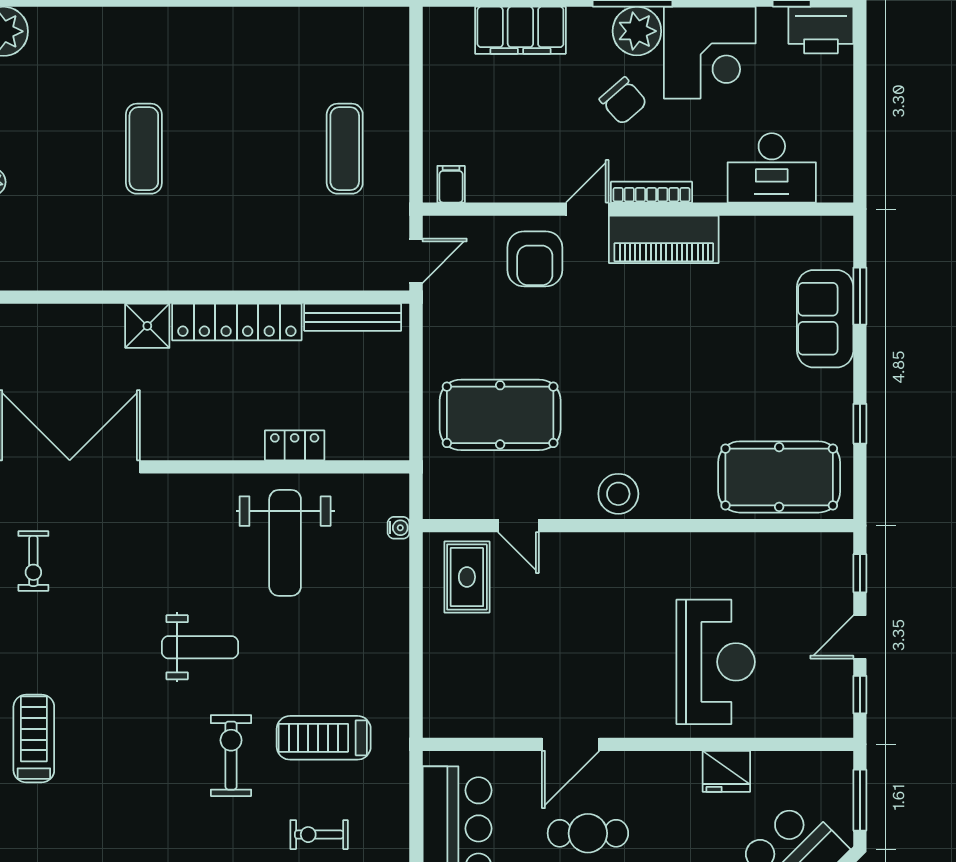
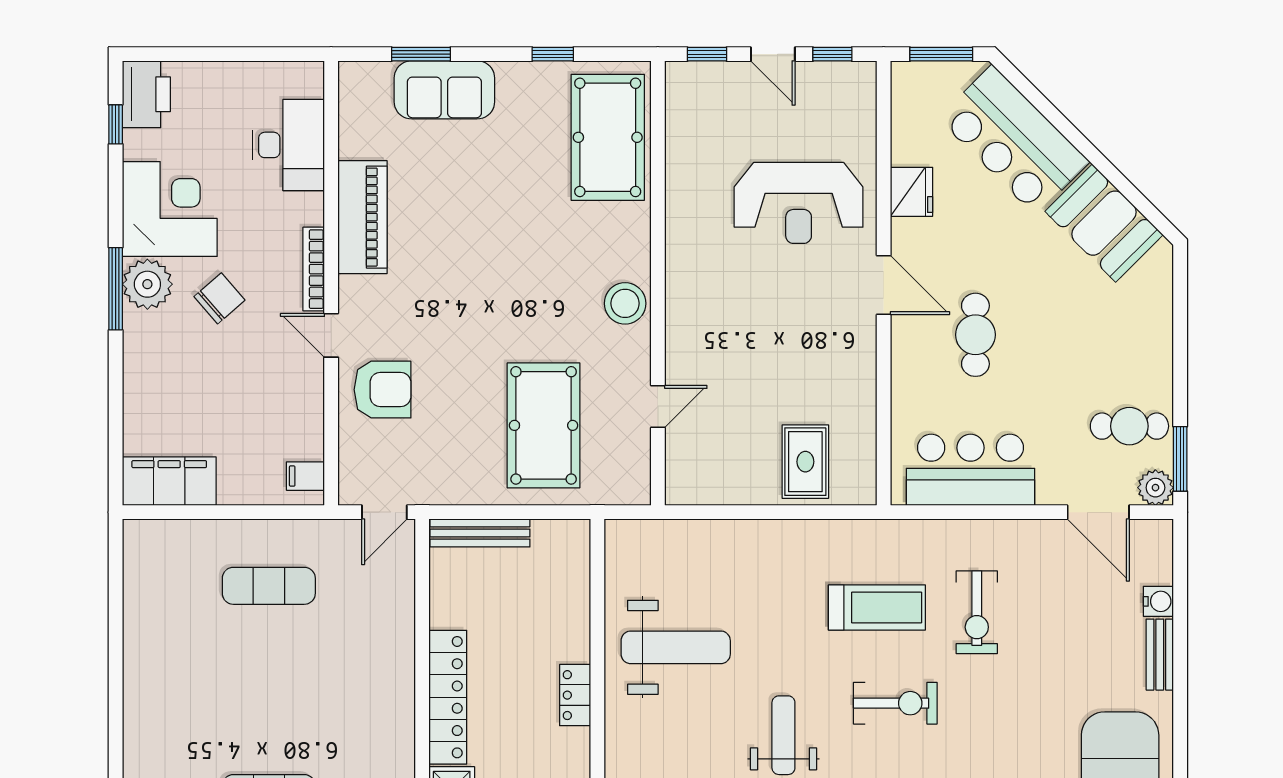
filing cabinet: (520, 30) -> (169, 481), moved, turned -90
piano: (664, 239) -> (362, 217), moved
door: (416, 261) -> (384, 512), swing flipped
bench: (353, 317) -> (480, 533), moved, turned 90
locker: (295, 445) -> (575, 695), moved
water cooler: (399, 528) -> (660, 530), removed
rug: (467, 577) -> (805, 462), moved, turned 90
reception desk: (716, 662) -> (799, 203), turned 180
treadmill: (324, 738) -> (877, 607), turned -90
door: (571, 744) -> (884, 285), moved
exercise bike: (231, 756) -> (895, 703), turned 180
exercise bike: (319, 835) -> (977, 612), width x1.38, depth x1.39

